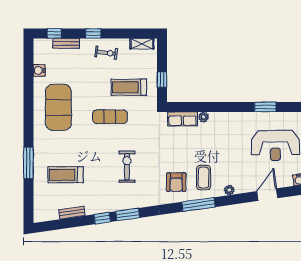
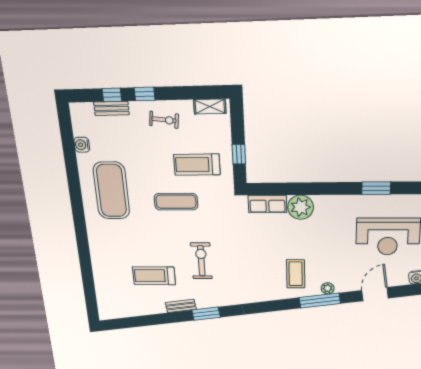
window: (54, 33) -> (112, 95), moved
plant: (204, 117) -> (301, 207), width x1.88, depth x1.88
window: (28, 163) -> (84, 256), removed
treadmill: (66, 175) -> (154, 276), moved
armchair: (176, 182) -> (262, 279), removed
window: (198, 204) -> (320, 301), moved
bench: (72, 213) -> (181, 306), moved
window: (102, 218) -> (177, 317), removed

